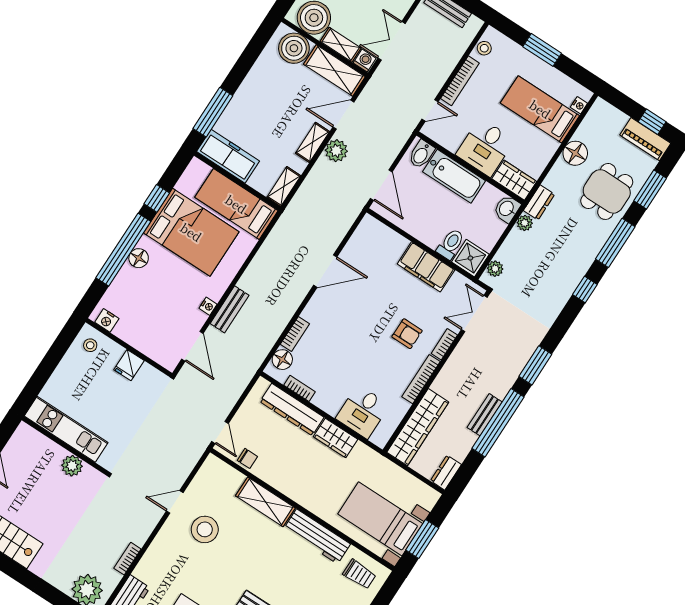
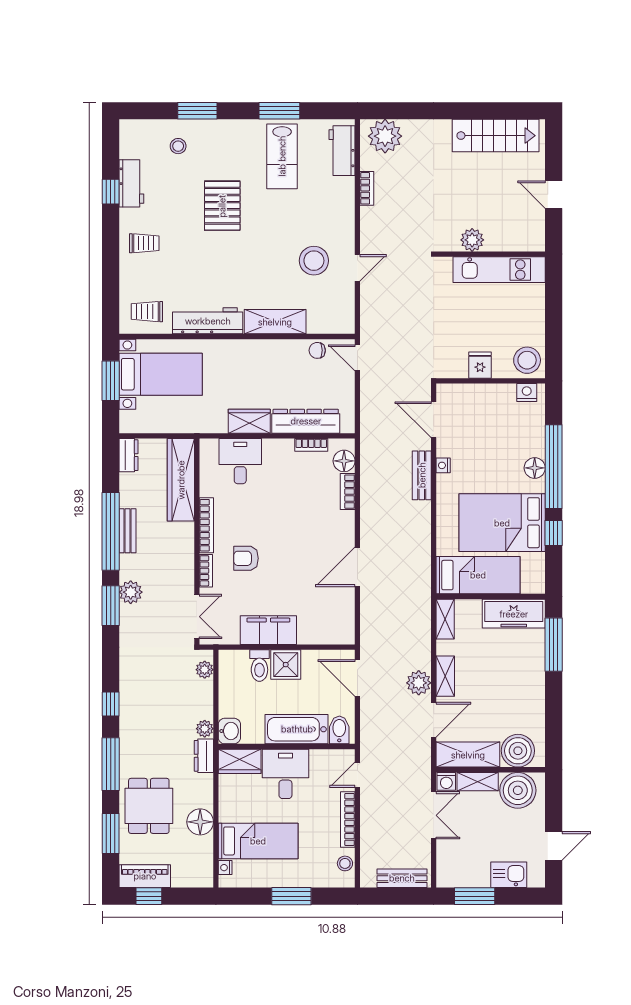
shower: (470, 258) -> (286, 665), moved
stool: (90, 345) -> (527, 360), width x1.89, depth x1.89
plant: (513, 366) -> (131, 592), added

